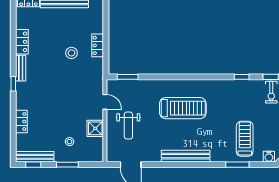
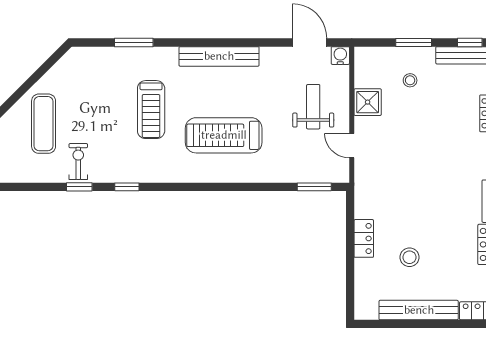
stool: (71, 53) -> (409, 257), moved
treadmill: (245, 139) -> (151, 110), moved
water cooler: (269, 157) -> (340, 56), moved

